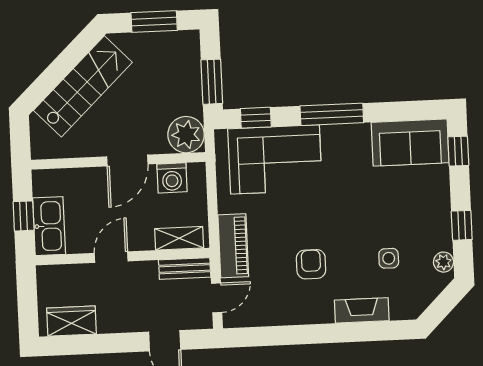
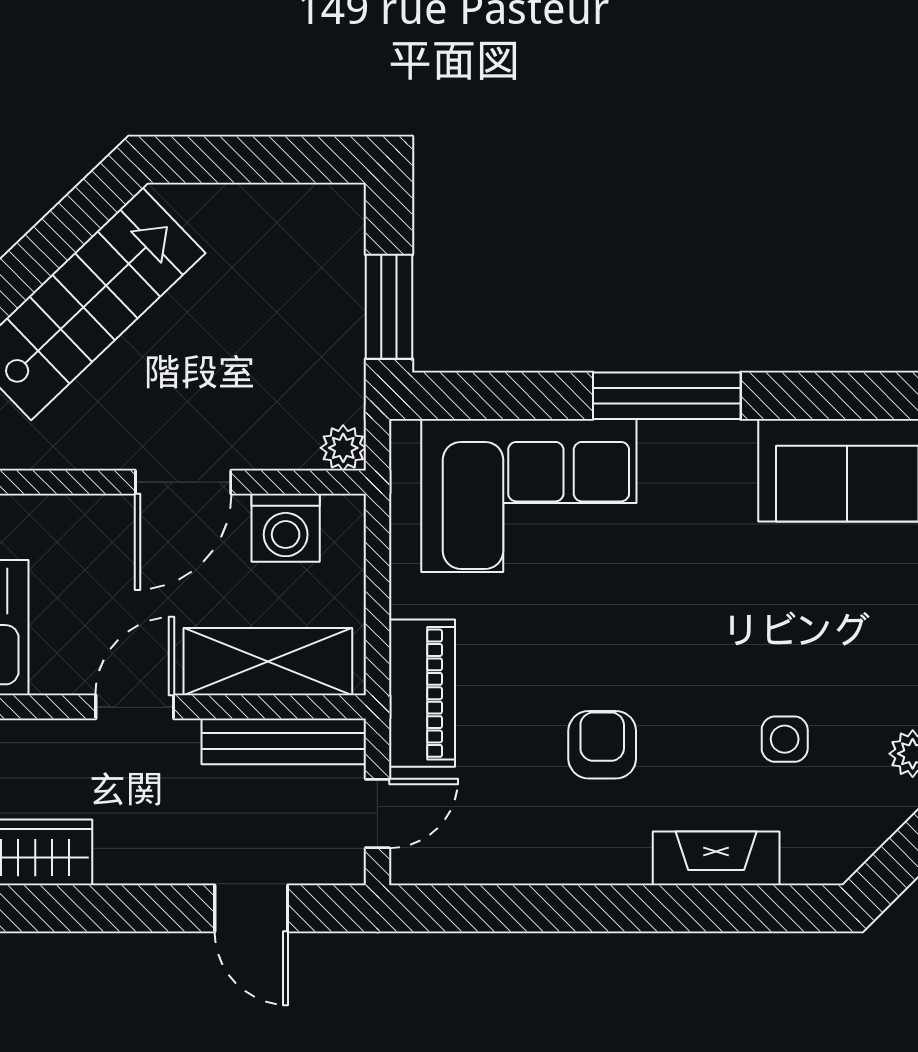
window: (154, 22) -> (261, 160), removed
window: (256, 118) -> (488, 396), removed
plant: (186, 135) -> (343, 448), width x0.53, depth x0.53
shelving: (179, 238) -> (268, 662), width x1.50, depth x1.33
bench: (185, 269) -> (284, 741), width x1.36

